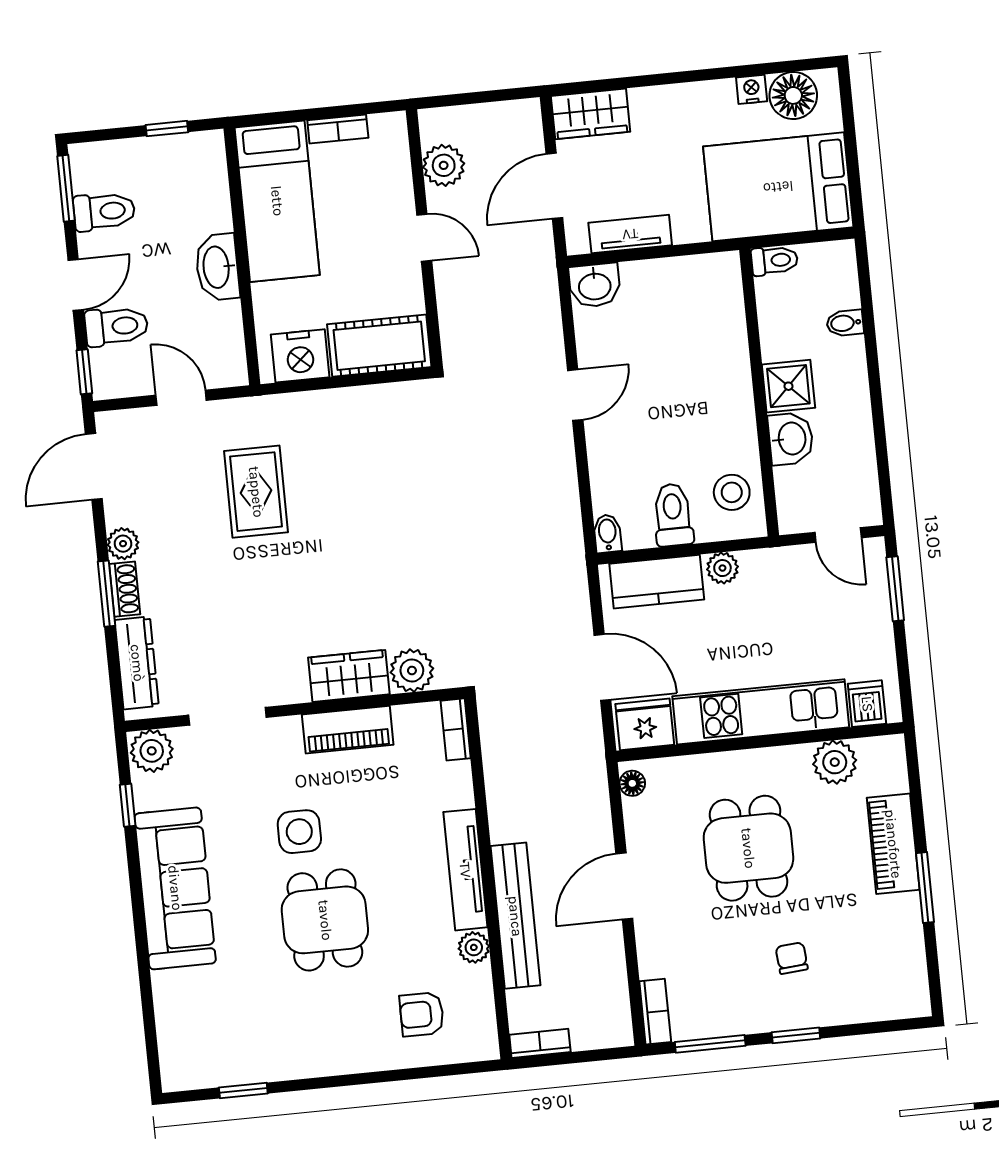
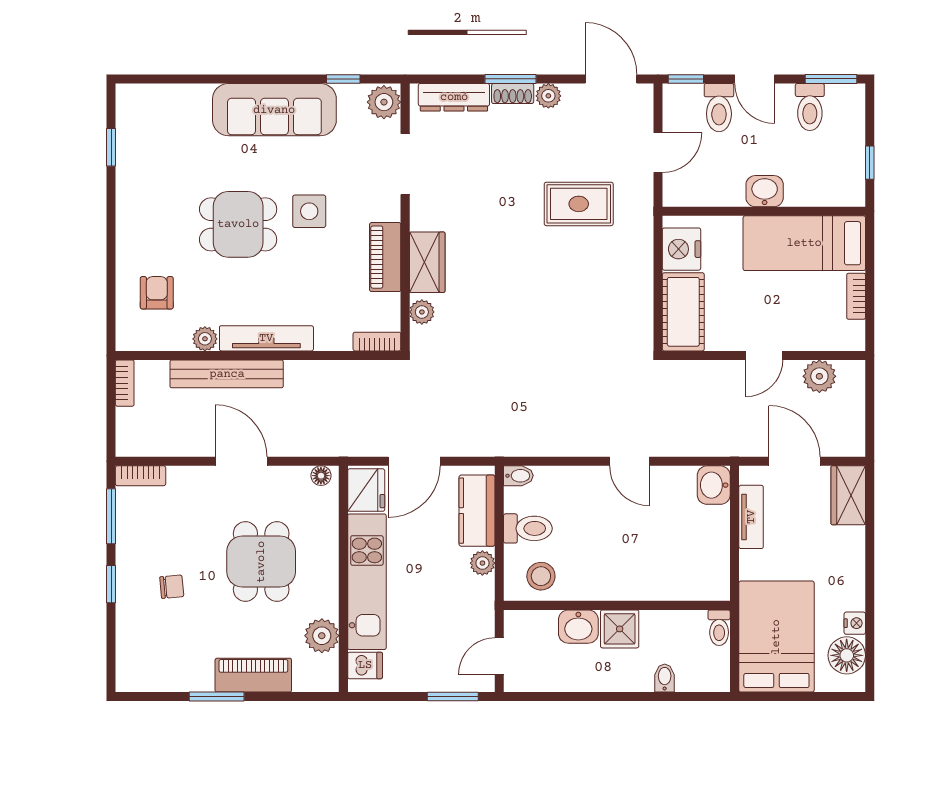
washbasin: (217, 267) -> (765, 191), width x0.72
plant: (412, 671) -> (422, 312), width x0.73, depth x0.73
dining table: (748, 848) -> (261, 562), turned 90

